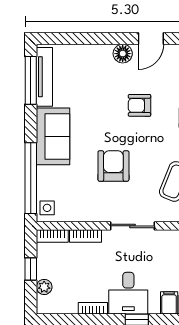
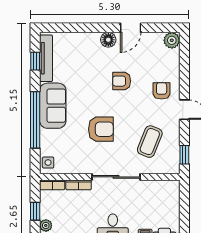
window: (31, 80) -> (35, 61), width x0.46
armchair: (113, 166) -> (101, 129), turned 90
window: (31, 178) -> (35, 120), moved
sliding door: (132, 226) -> (116, 177), width x1.37

